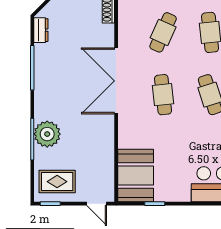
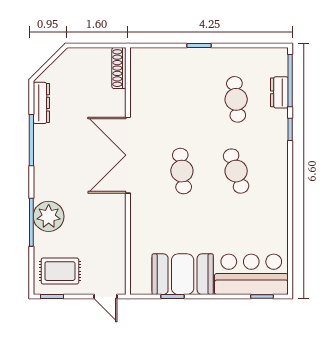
dresser: (41, 30) -> (41, 103), width x1.44
cafe table: (163, 32) -> (182, 99), removed
booth: (136, 176) -> (183, 274), moved, turned 90

